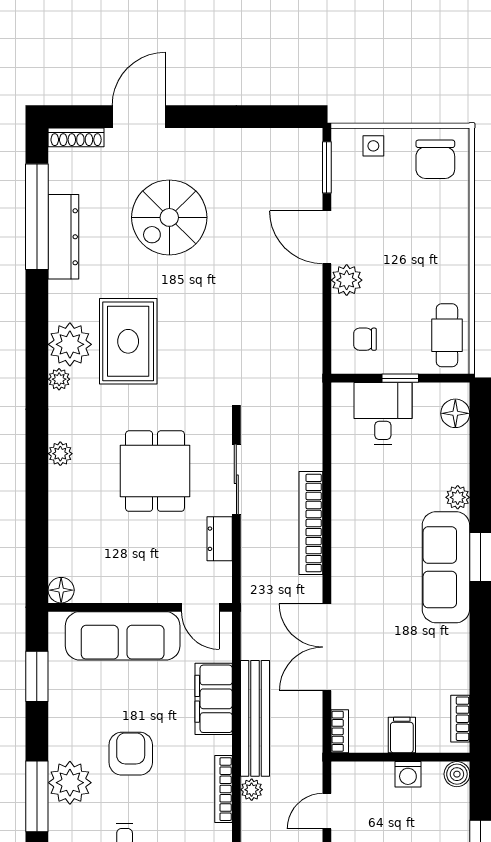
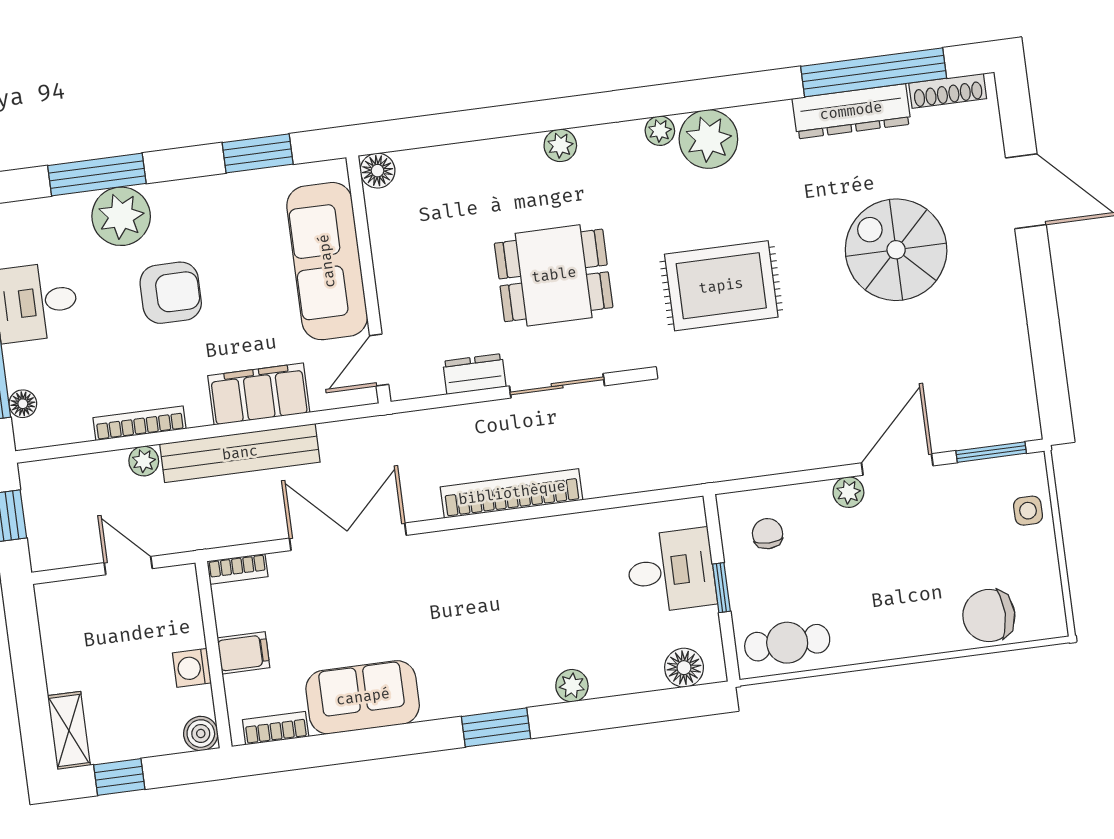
shoe rack: (76, 137) -> (948, 91), moved, turned -90
chair: (435, 159) -> (989, 616), moved
plant: (347, 280) -> (848, 492), width x0.73, depth x0.73
rug: (128, 341) -> (721, 286), moved
sofa: (446, 567) -> (363, 697), moved, width x0.73

